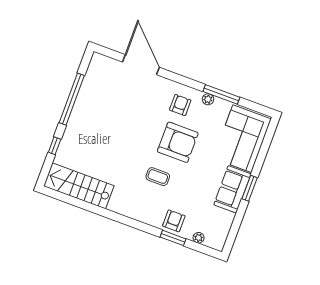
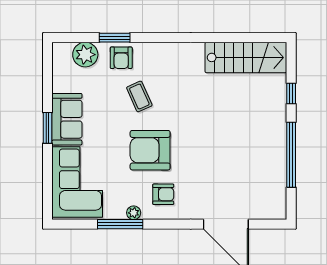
armchair: (180, 105) -> (163, 194), turned -90
coffee table: (158, 177) -> (139, 96), moved, turned 66
plant: (199, 238) -> (85, 55), width x1.87, depth x1.87

